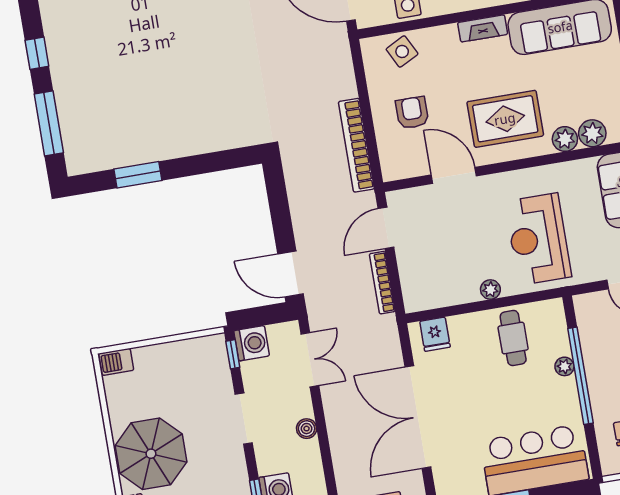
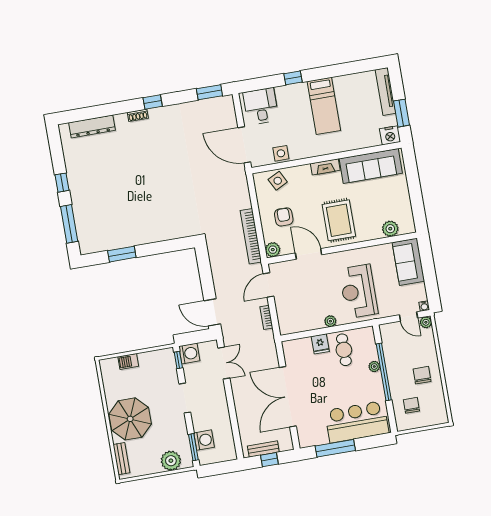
rug: (505, 119) -> (339, 220), turned 90
plant: (565, 139) -> (273, 250), moved
bookcase: (382, 283) -> (266, 317), width x0.64
fridge: (435, 334) -> (320, 344), moved
barbecue: (116, 362) -> (128, 361), moved
boiler: (307, 429) -> (222, 404), removed

